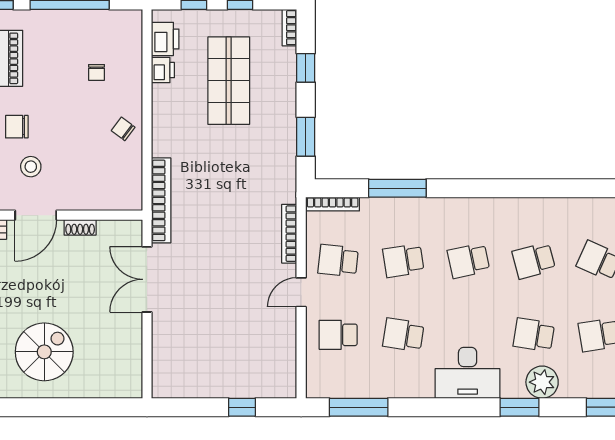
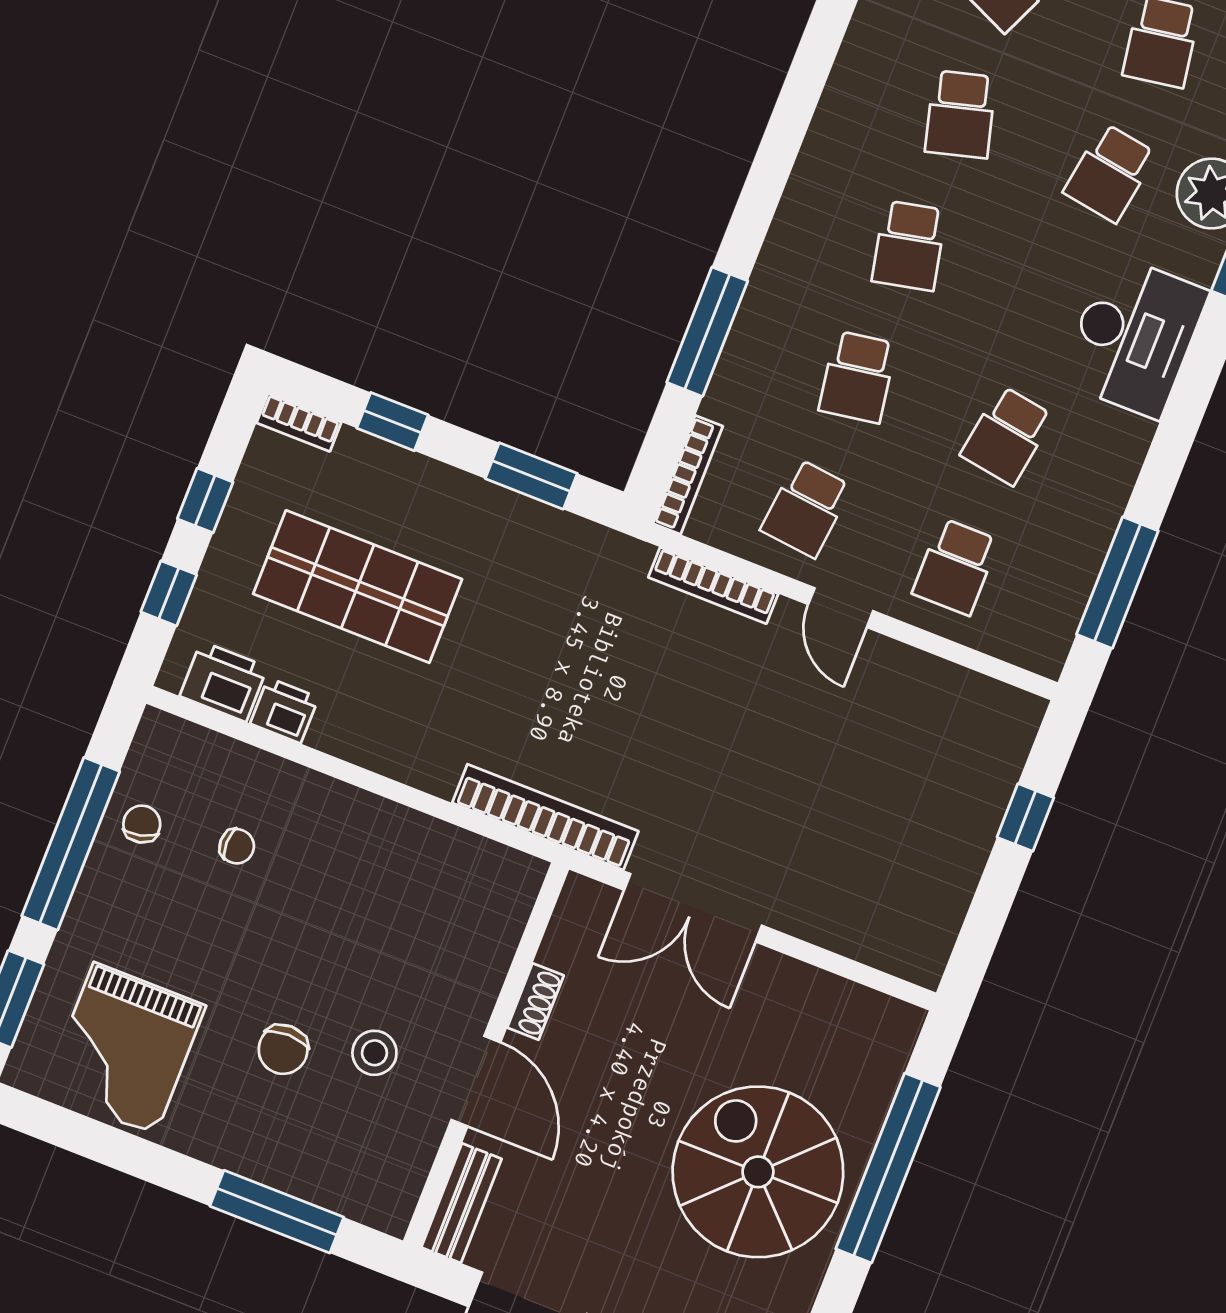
chair: (123, 129) -> (142, 824), moved, turned 129
spiral stairs: (44, 352) -> (758, 1172), width x1.37, depth x1.37
window: (68, 407) -> (888, 1168), added

